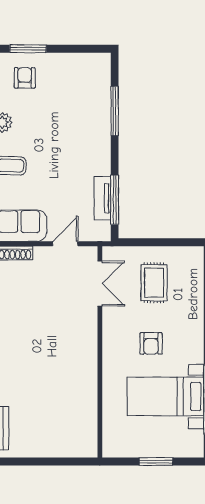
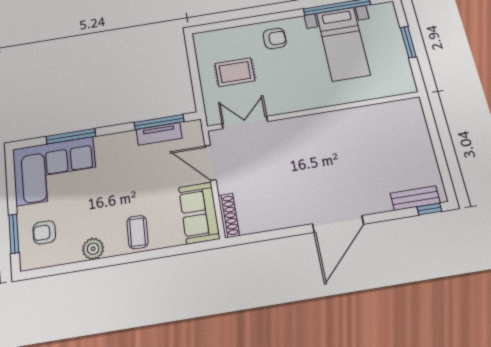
corner sofa: (82, 92) -> (55, 171), added
door: (65, 244) -> (210, 163), width x1.38
armchair: (151, 343) -> (275, 38), moved

